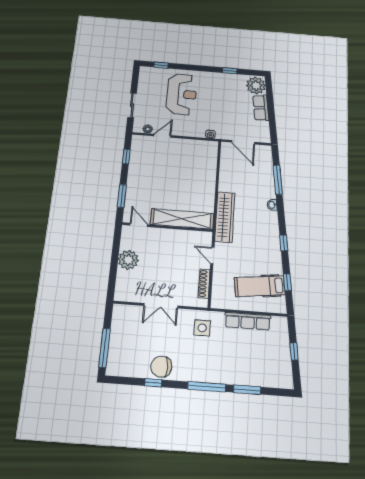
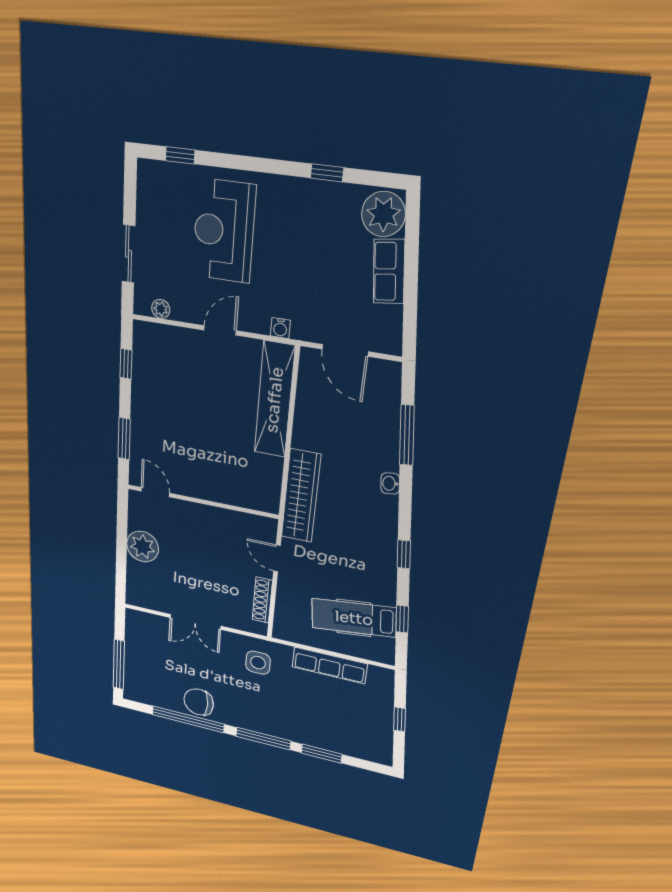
reception desk: (182, 94) -> (224, 231), turned 180
door: (162, 136) -> (220, 330), moved
shelving: (182, 219) -> (274, 400), moved, turned 90
window: (153, 383) -> (188, 719), width x3.17

